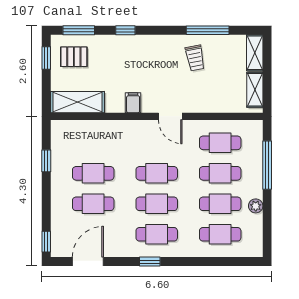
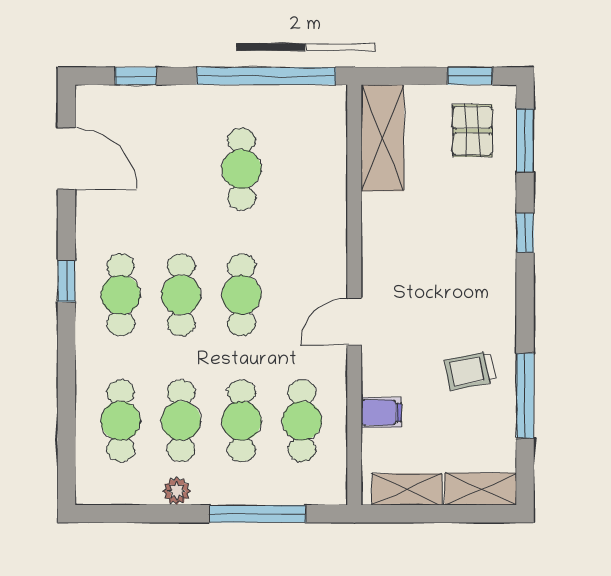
filing cabinet: (133, 103) -> (381, 412), moved
window: (46, 161) -> (266, 76), width x3.17
cafe table: (93, 204) -> (181, 169), removed
window: (46, 242) -> (136, 76), moved

